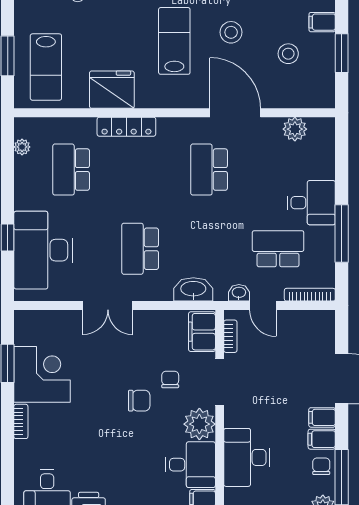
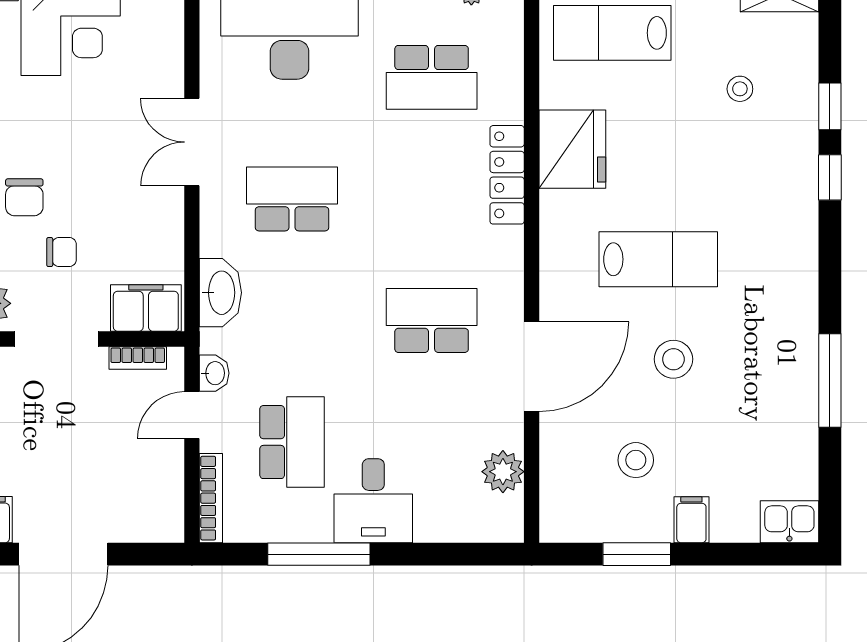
school desk: (71, 170) -> (432, 77), turned 180

